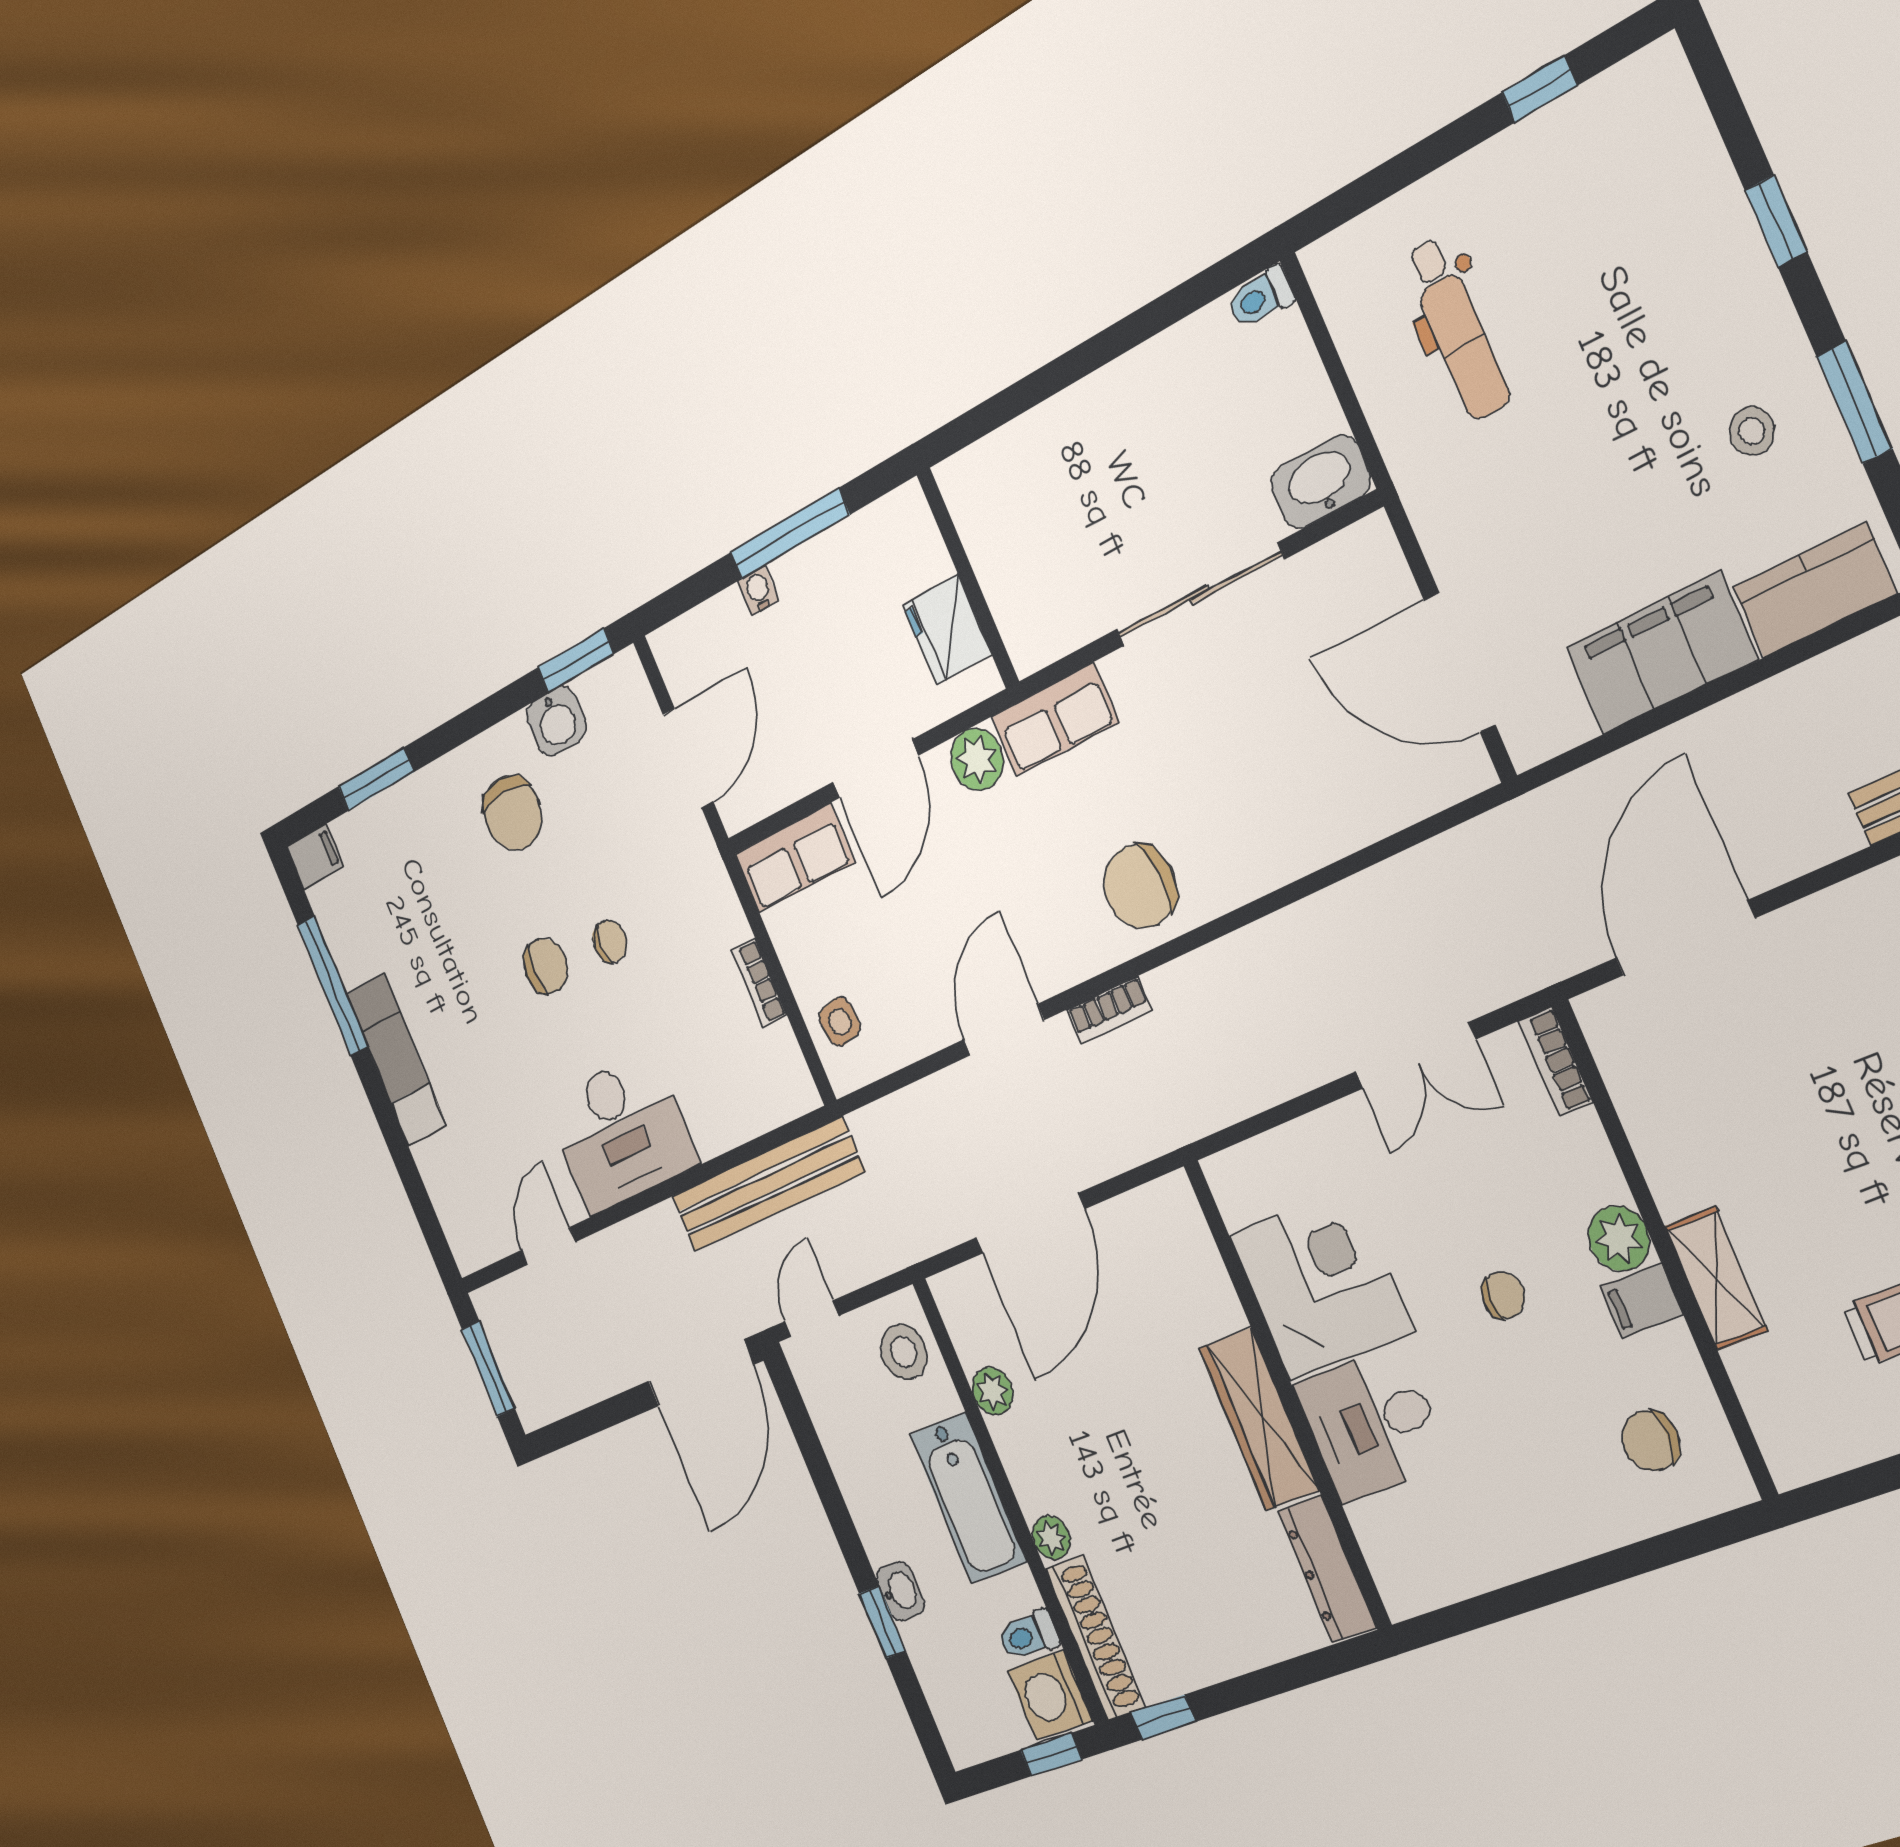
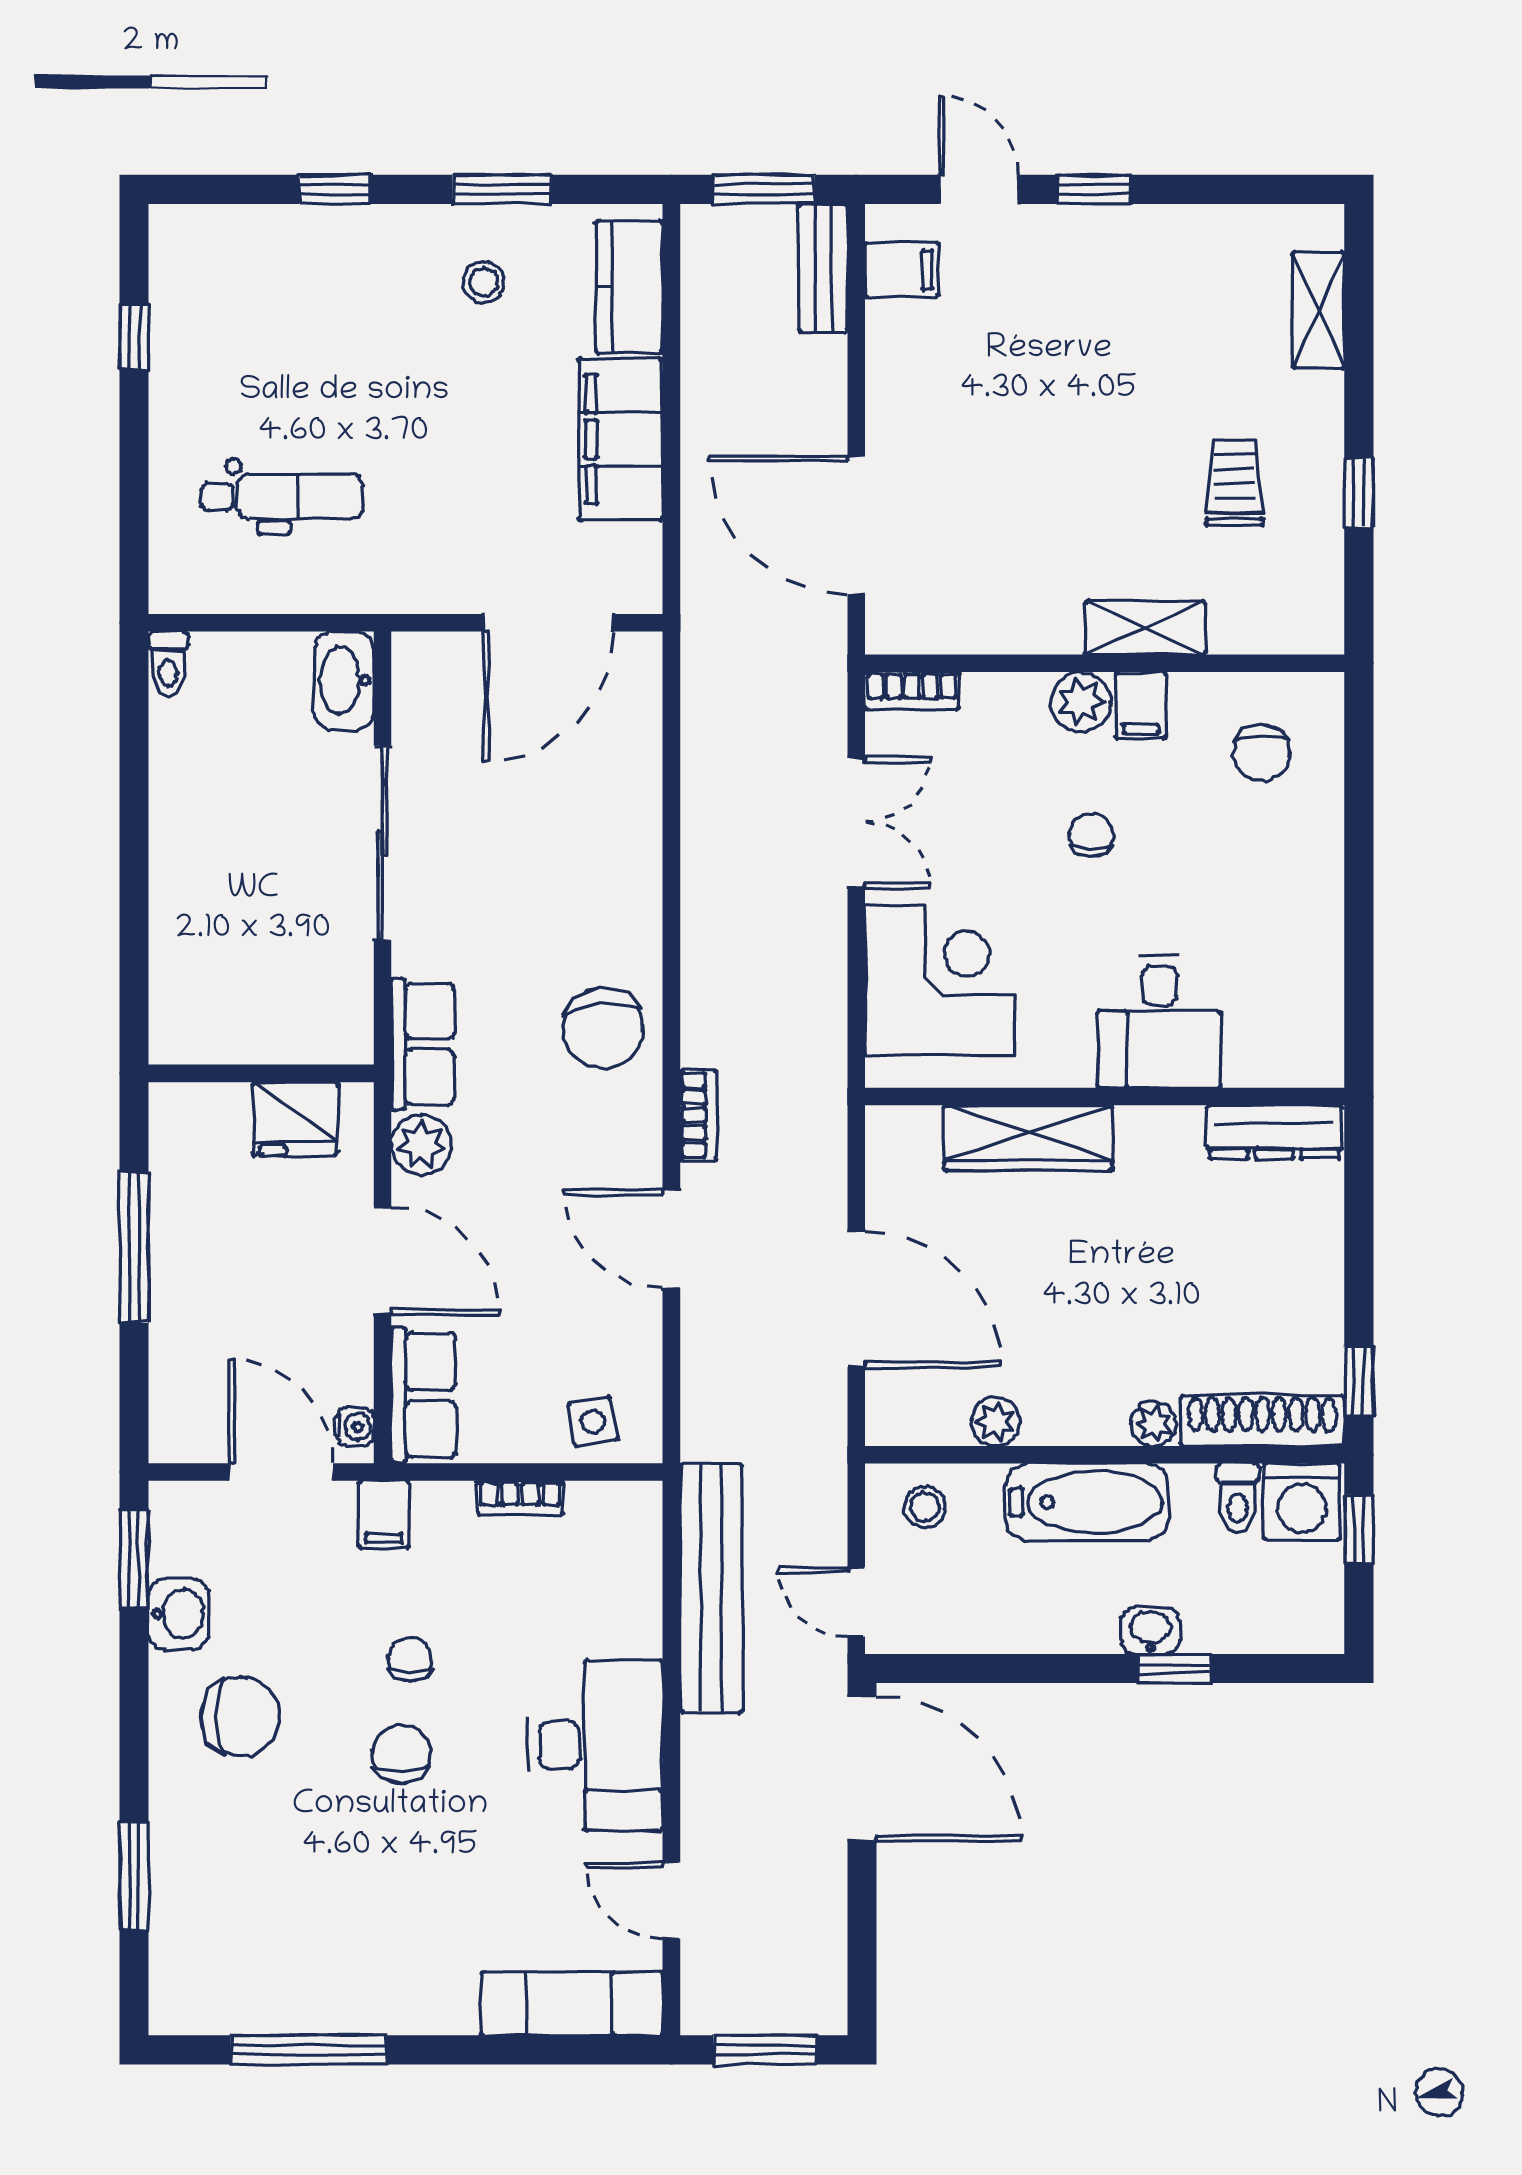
water cooler: (758, 590) -> (355, 1426), moved, turned 180
filing cabinet: (315, 857) -> (384, 1514), moved, turned 180
exam couch: (396, 1060) -> (572, 2004), moved
corner desk: (1321, 1283) -> (940, 981), moved, turned 90
stool: (904, 1352) -> (925, 1507), width x0.73, depth x0.73
wardrobe: (1259, 1419) -> (1028, 1138), moved

